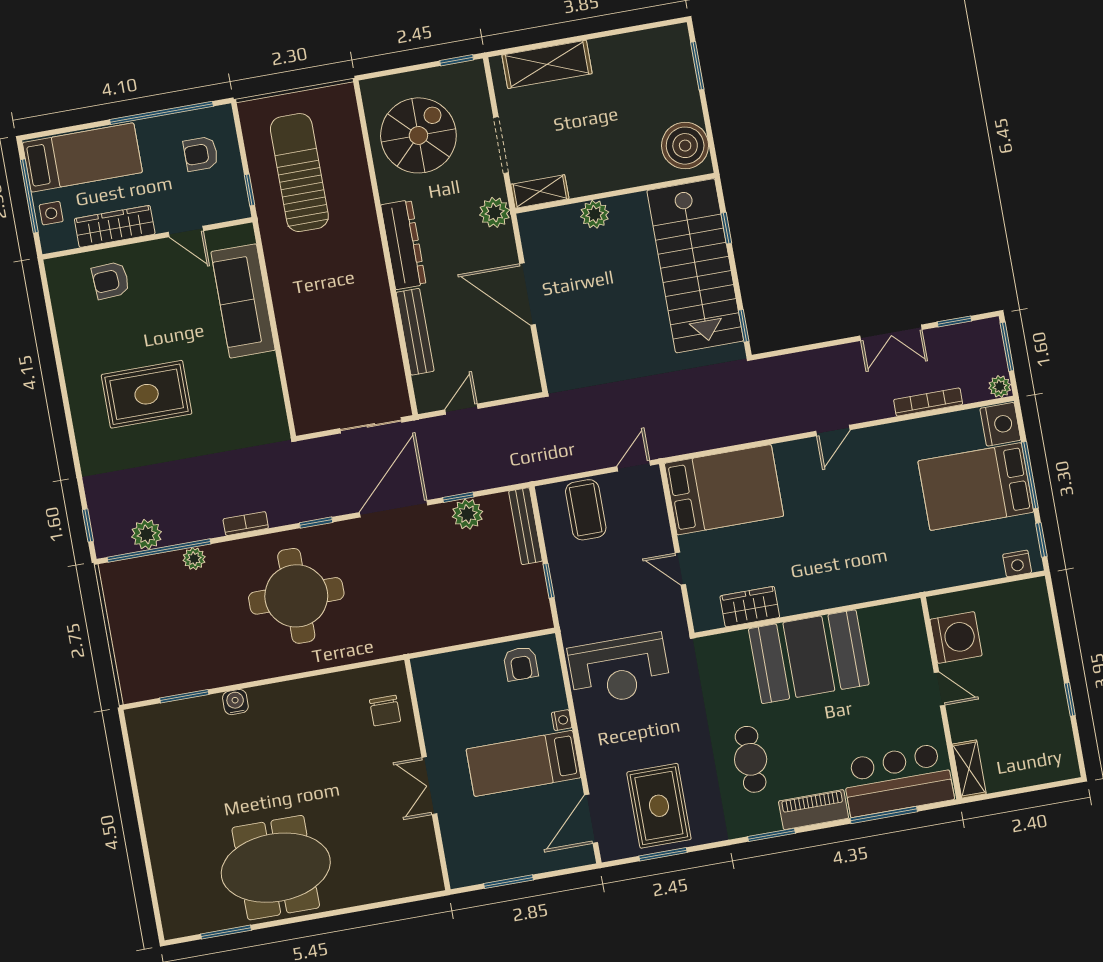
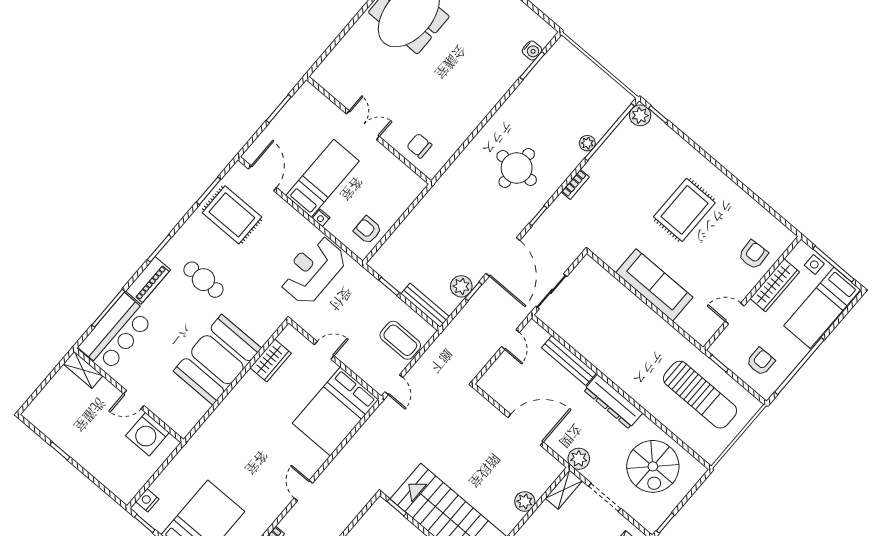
sofa: (243, 301) -> (654, 285), moved
plant: (147, 534) -> (640, 115), moved
round table: (296, 596) -> (517, 168), width x0.73, depth x0.73
water cooler: (235, 702) -> (532, 50), moved

